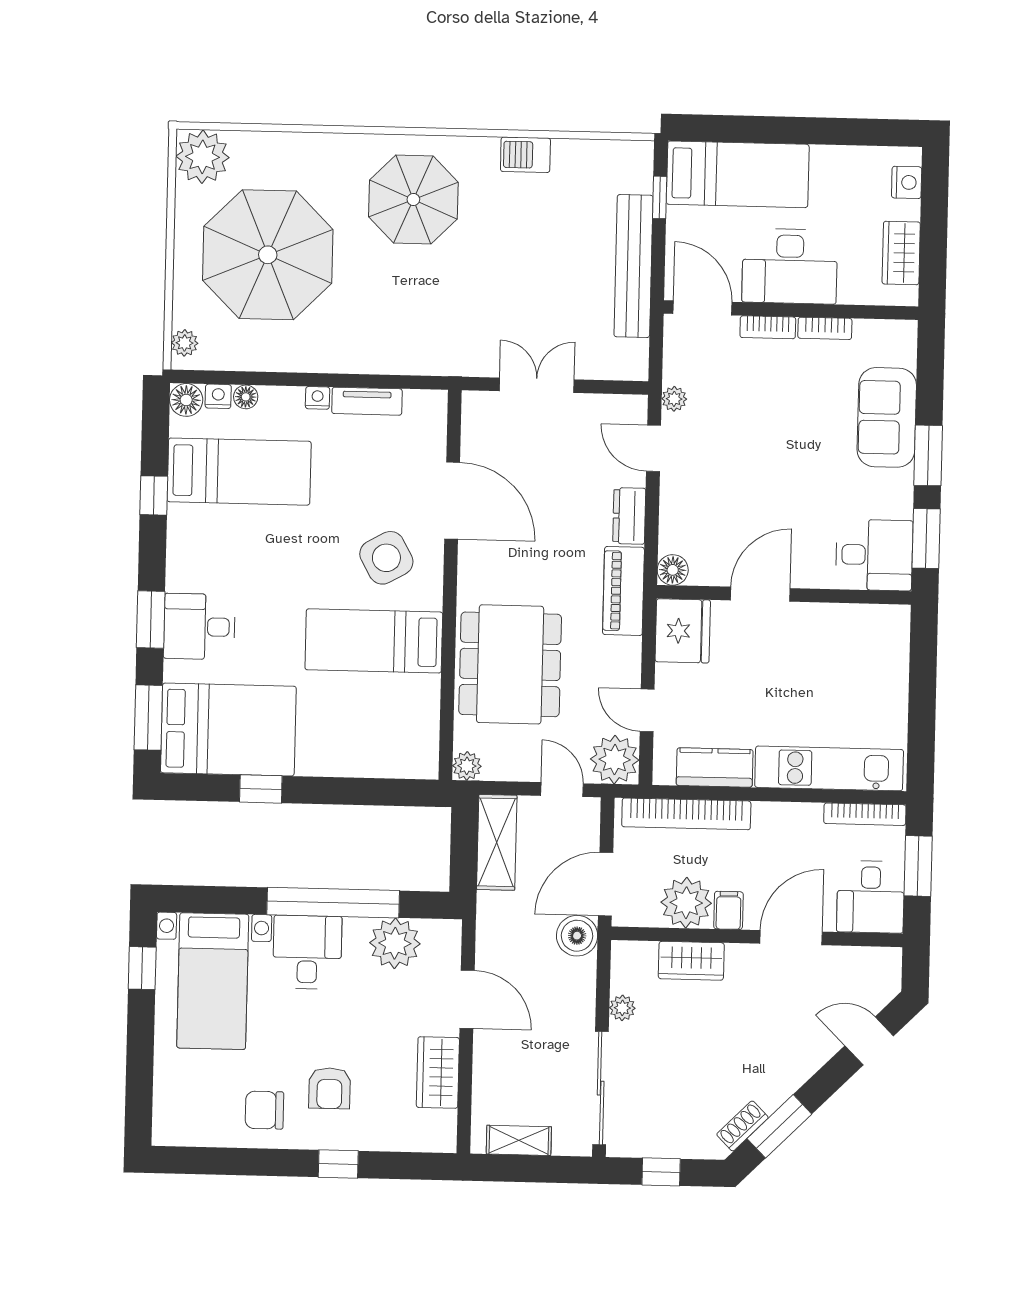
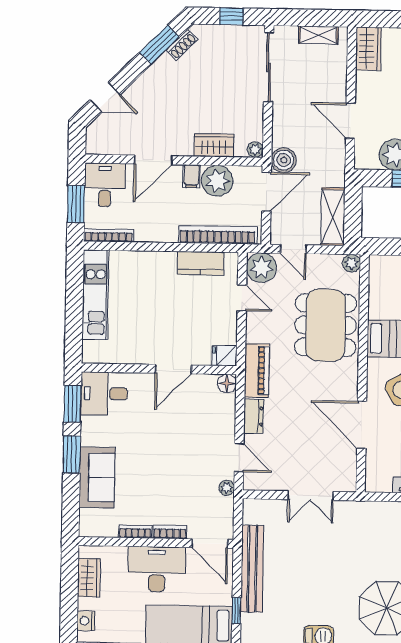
fridge: (683, 631) -> (225, 356), width x0.53, depth x0.75
kitchen unit: (829, 768) -> (95, 295), moved, turned -90
plant: (622, 1008) -> (255, 150), moved
wardrobe: (438, 1072) -> (368, 49), moved

